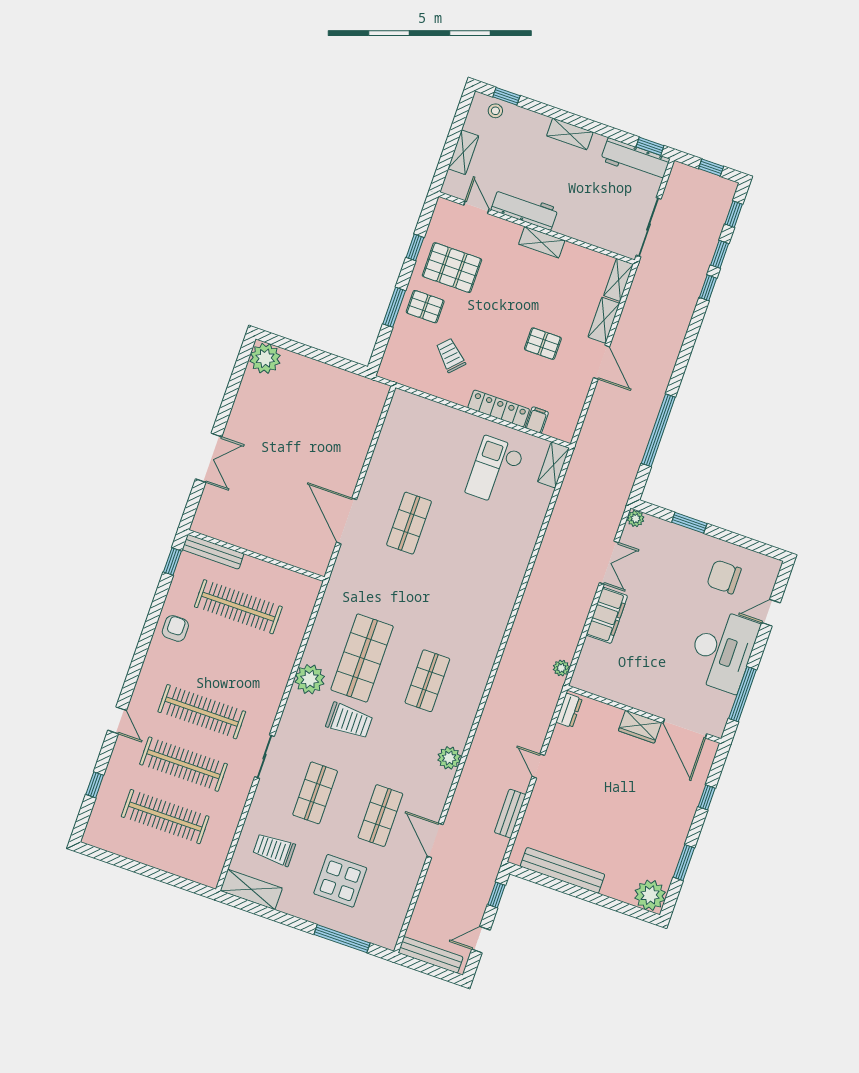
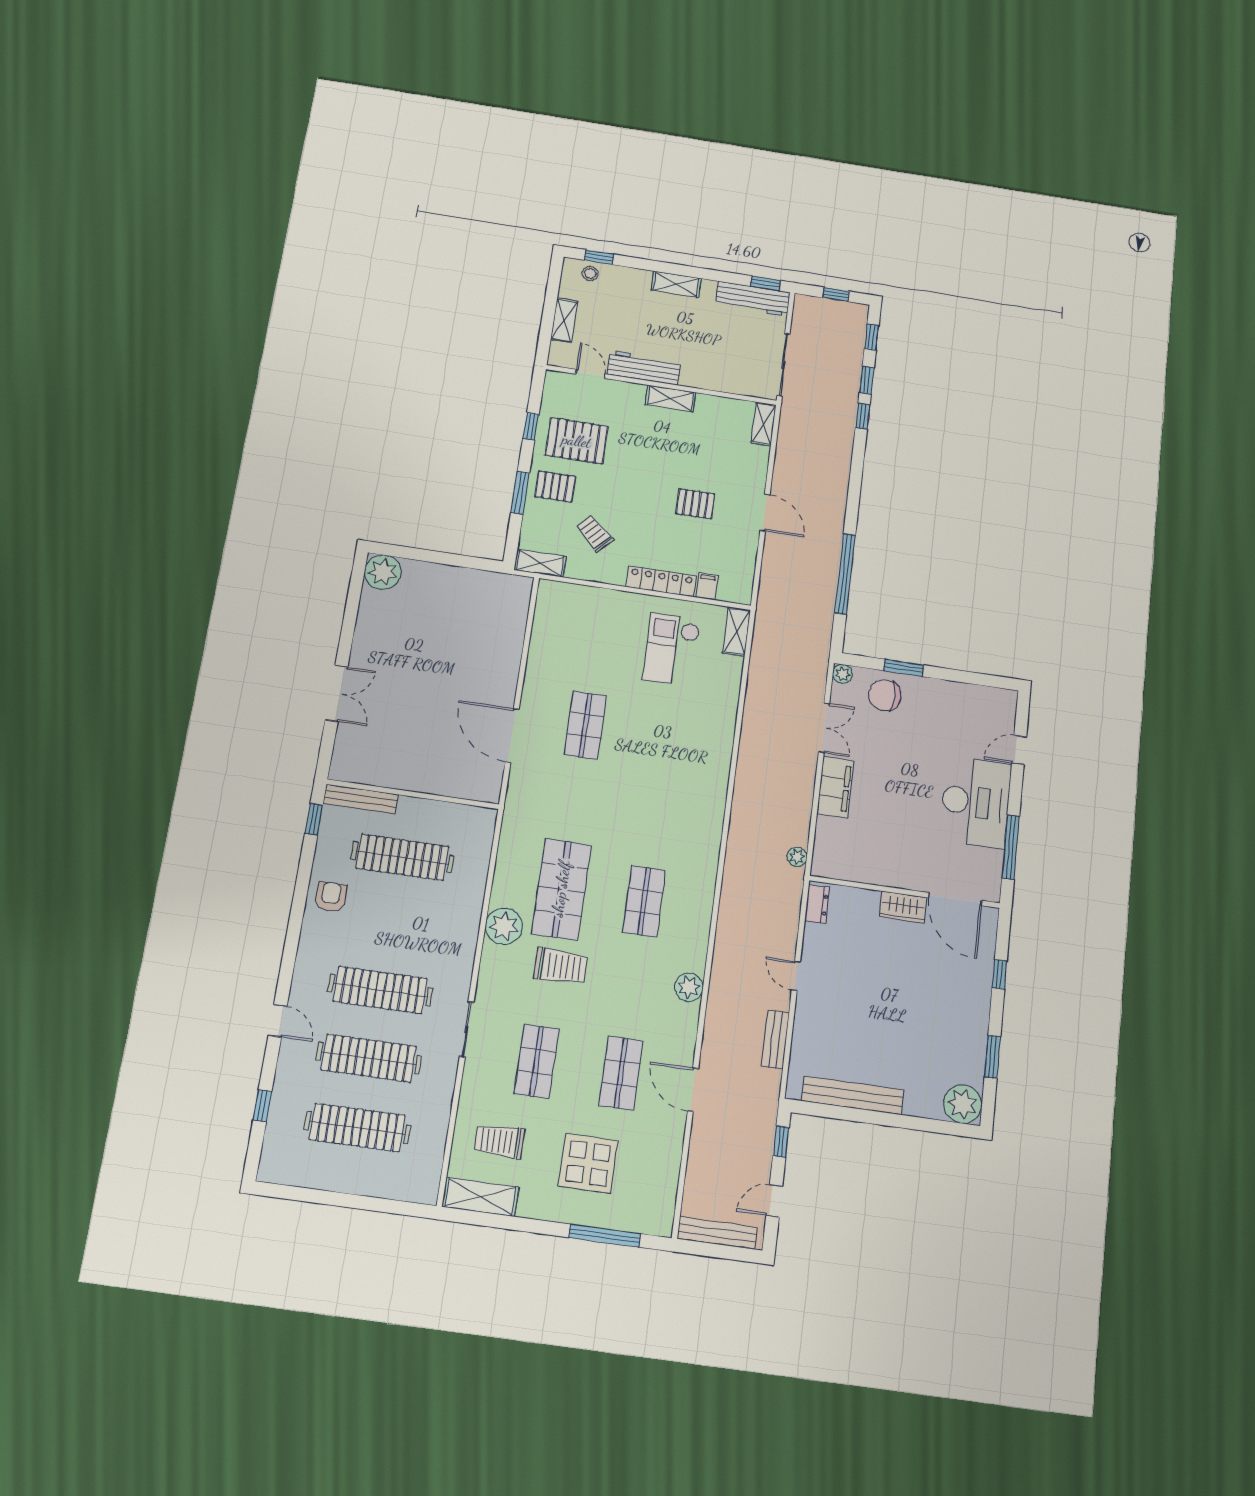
shelving: (604, 320) -> (540, 563), moved, turned 90
chair: (724, 577) -> (885, 695), moved

